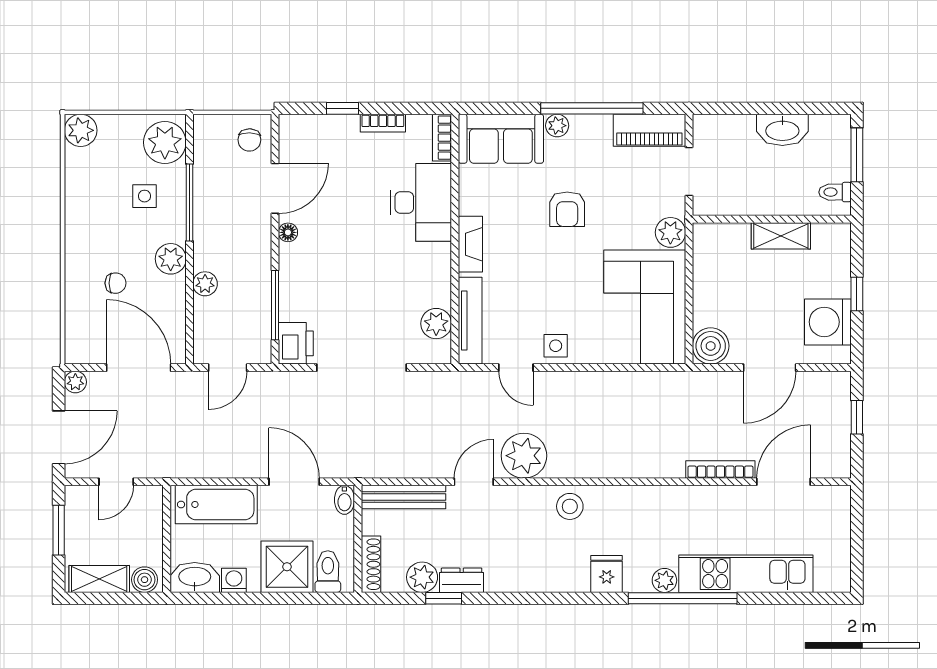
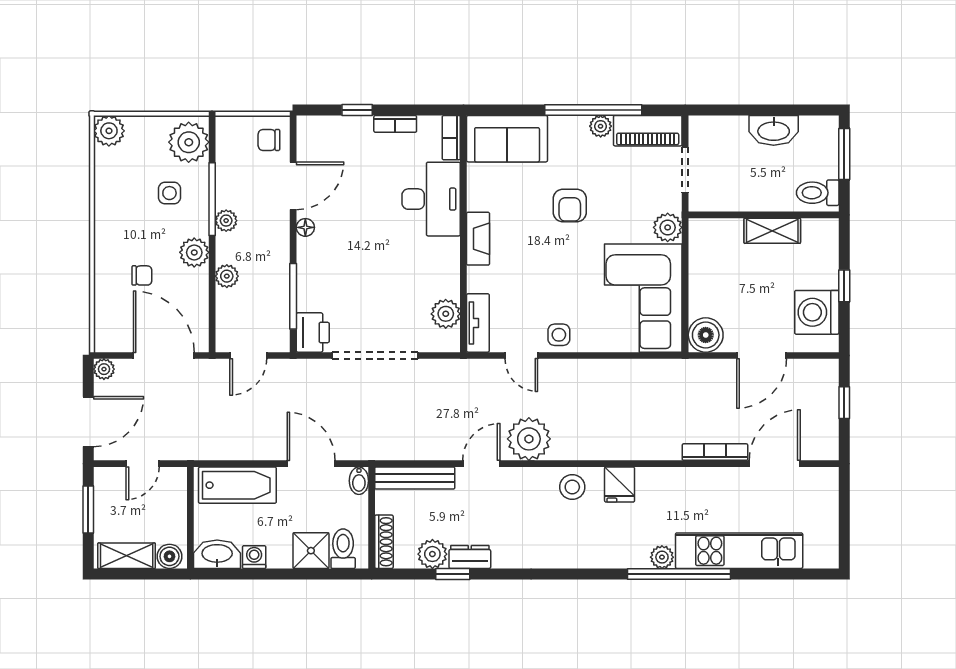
plant: (557, 126) -> (601, 126), moved
chair: (249, 140) -> (269, 140), turned 88
toilet: (835, 192) -> (818, 193), width x1.37, depth x1.39
plant: (204, 225) -> (226, 221), added
tv unit: (470, 321) -> (478, 323), width x0.71
shower: (287, 567) -> (311, 551), width x0.73, depth x0.73
fridge: (607, 574) -> (620, 485), moved, turned 180

